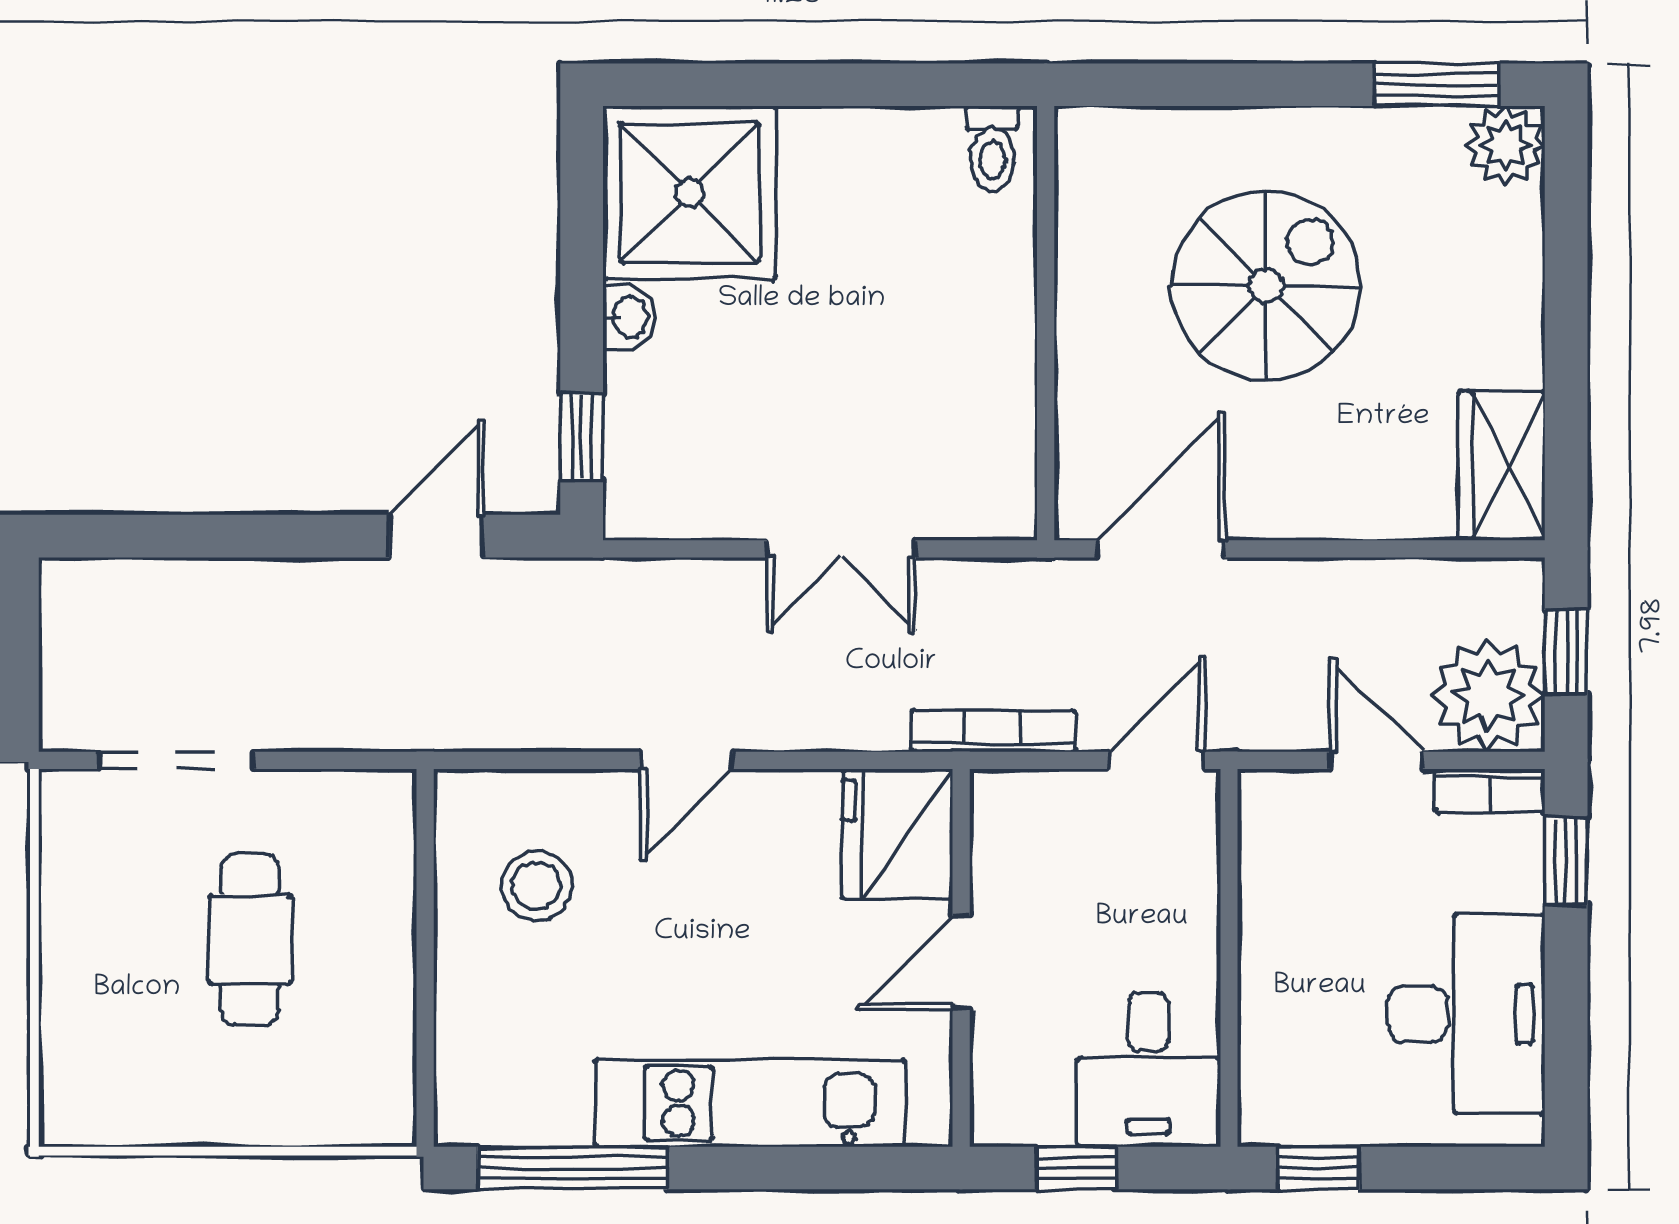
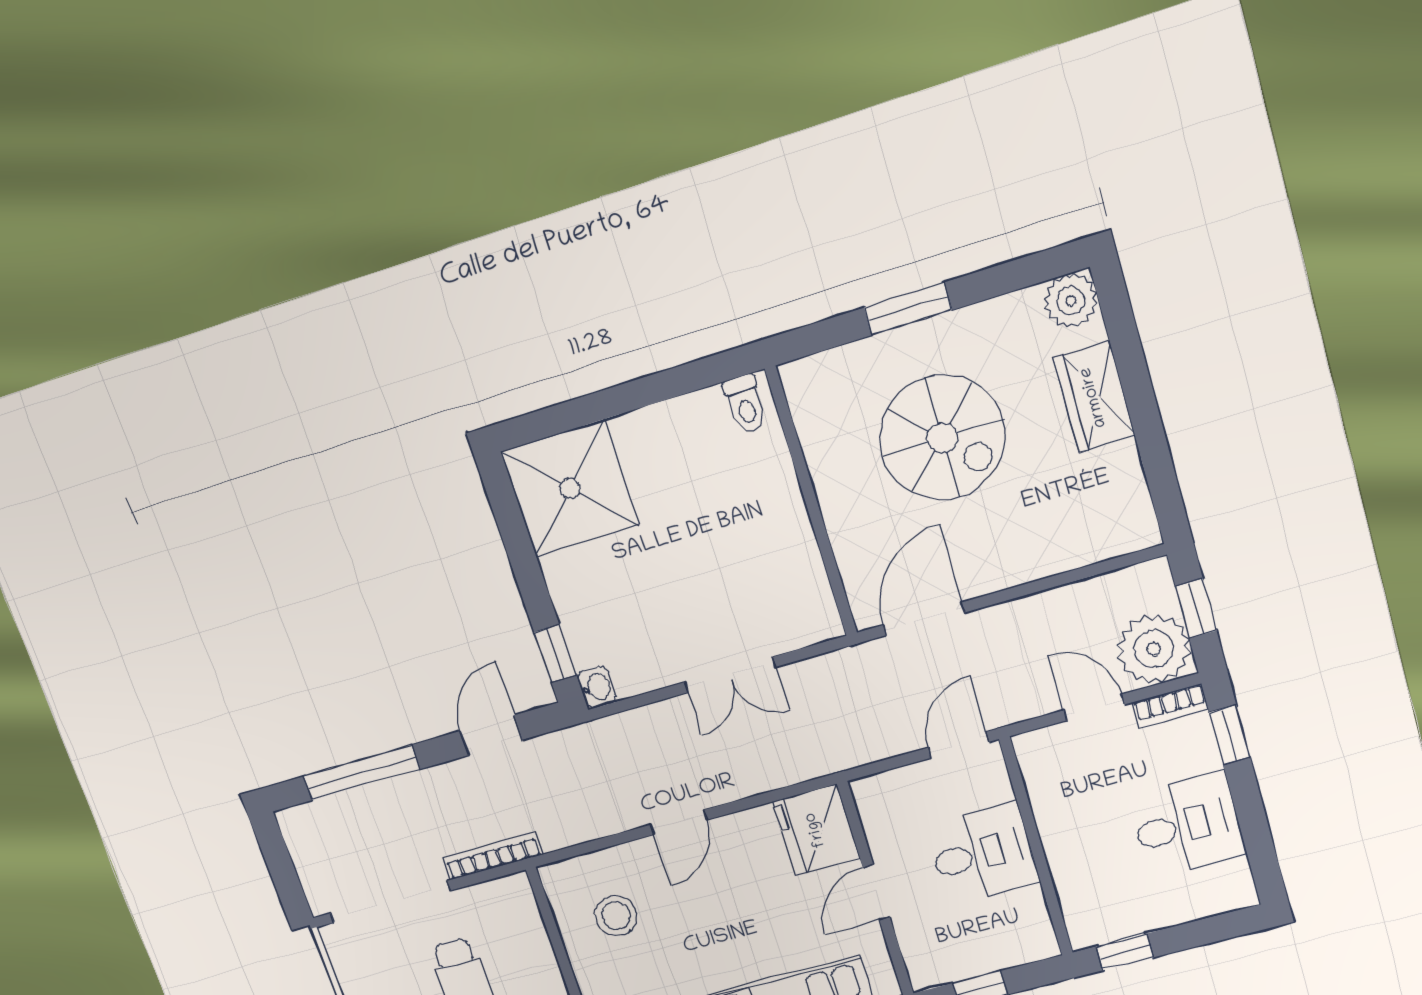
window: (1436, 85) -> (908, 309), moved
spiral stairs: (1266, 286) -> (942, 438), turned 90
washbasin: (629, 317) -> (597, 687), moved
wardrobe: (1502, 466) -> (1094, 397), moved
window: (207, 536) -> (362, 773), added
bookcase: (993, 731) -> (492, 856), moved
doorway: (176, 760) -> (390, 902), width x1.36
desk: (1466, 1014) -> (1187, 825), width x0.73
desk: (1148, 1070) -> (982, 854), moved, turned -90

